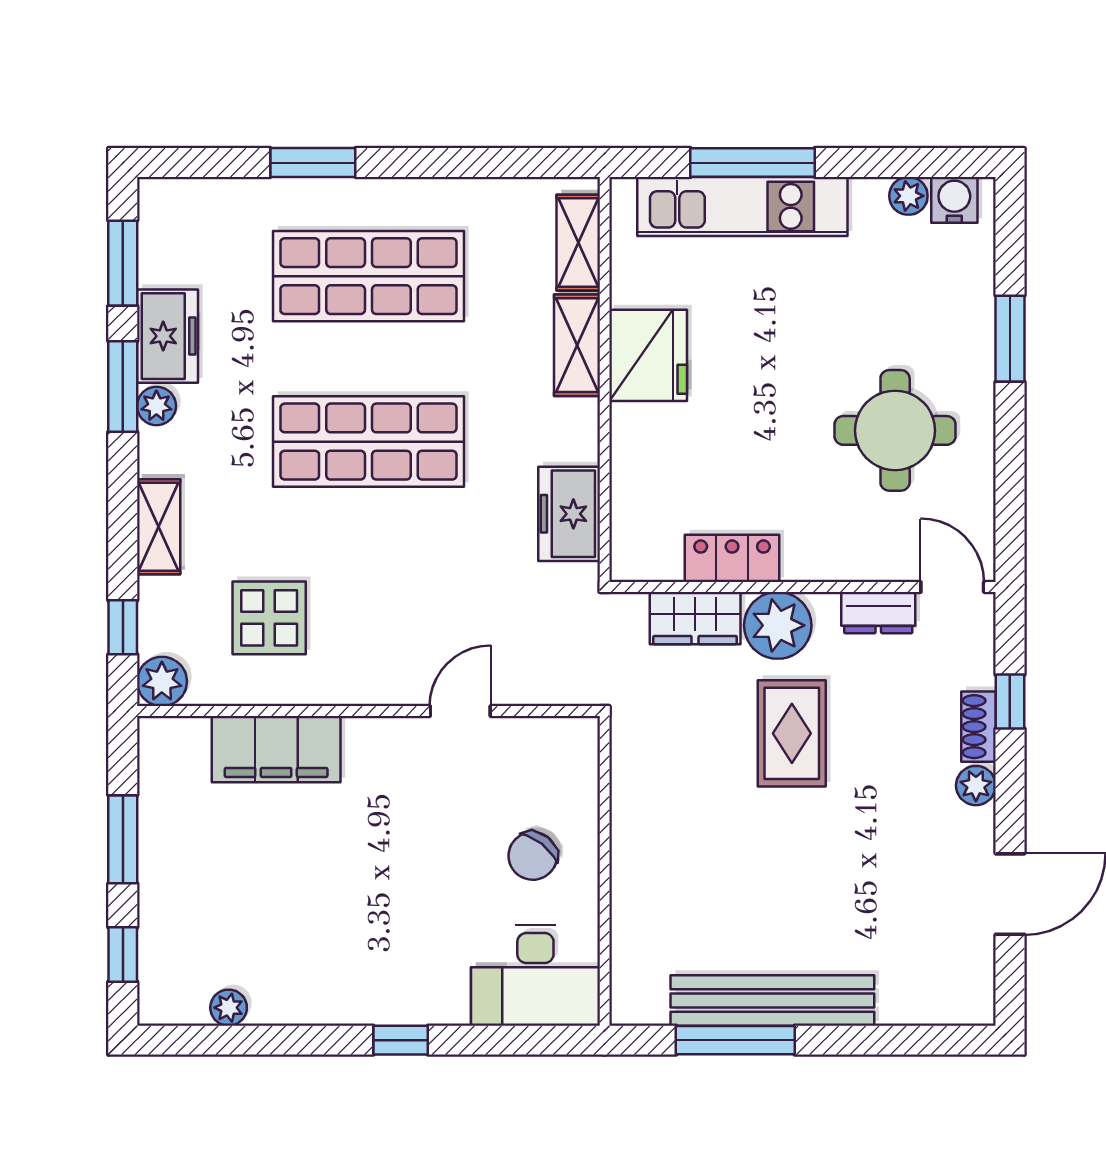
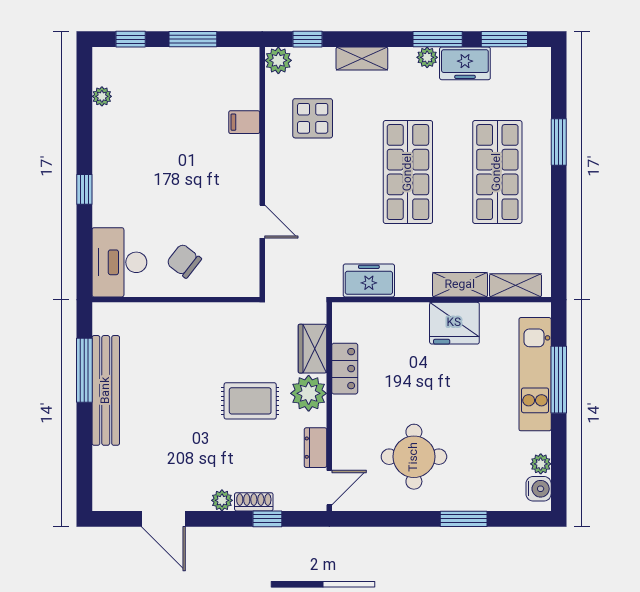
filing cabinet: (276, 749) -> (244, 122), width x0.33, depth x0.86

